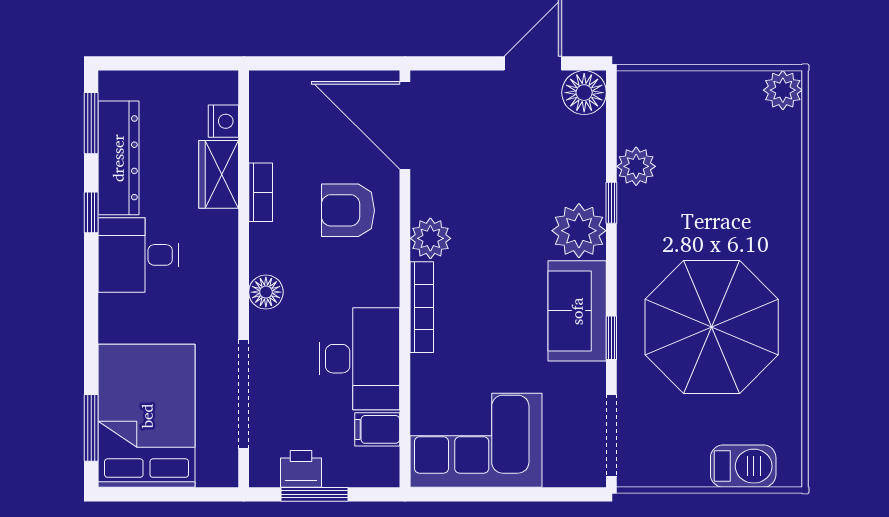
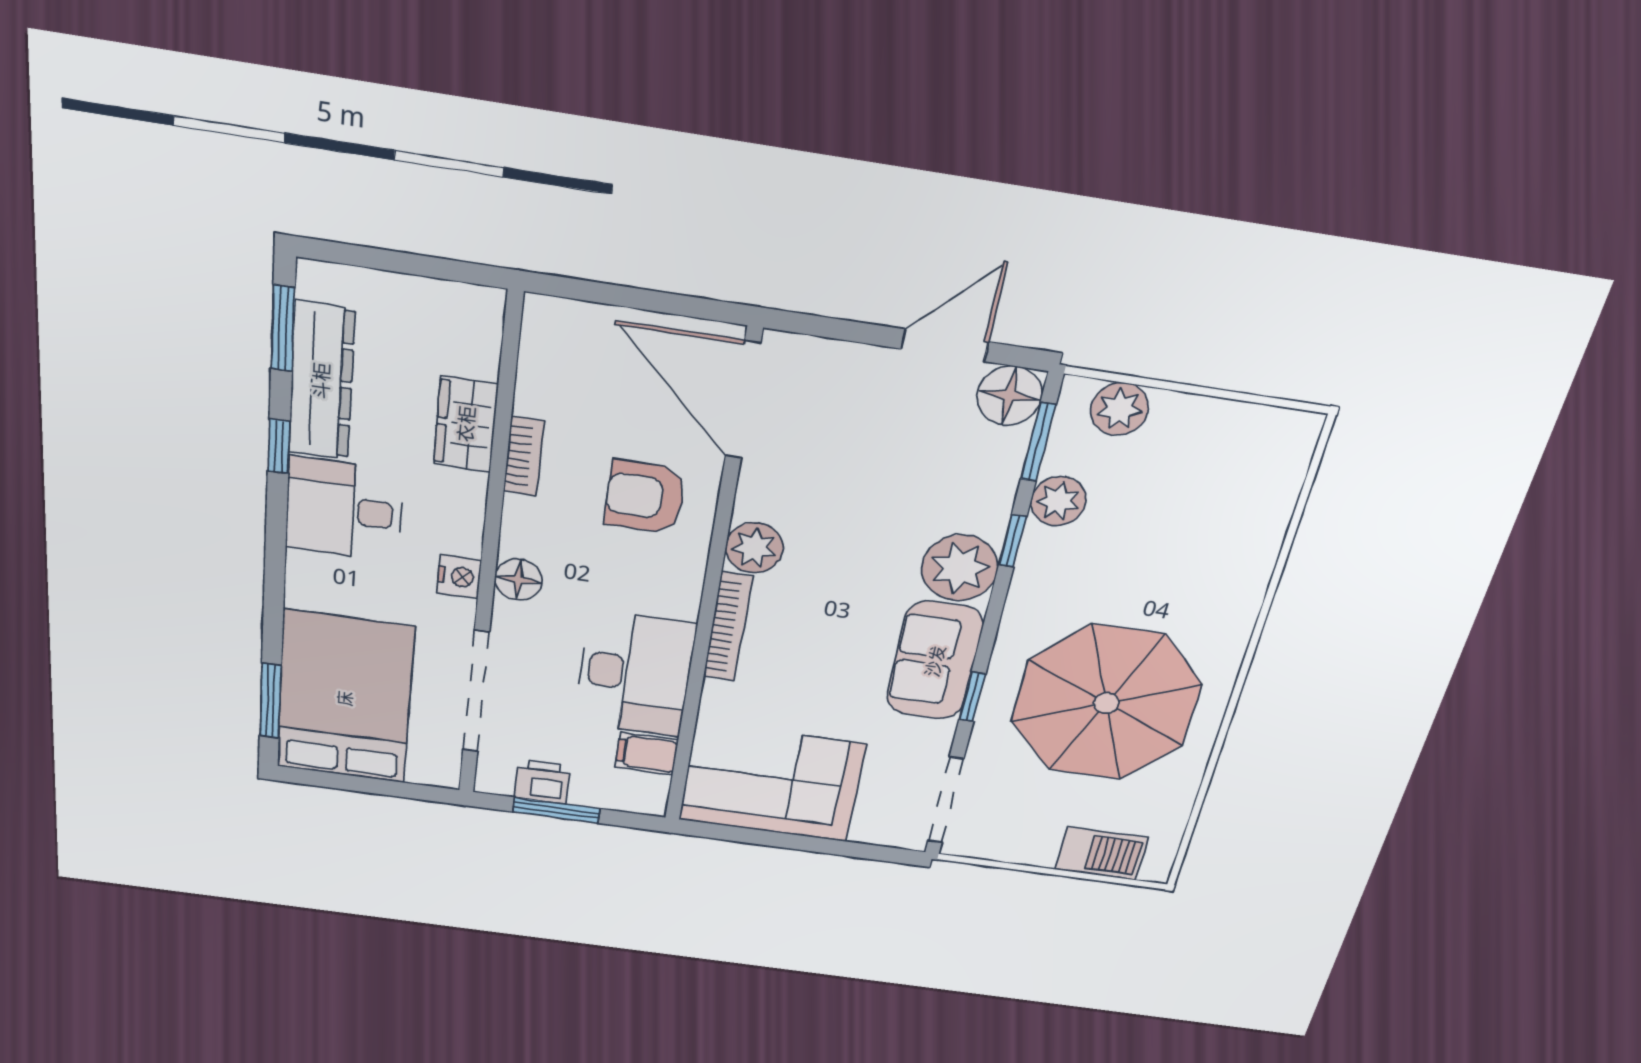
plant: (783, 90) -> (1120, 409), moved
nightstand: (223, 121) -> (459, 577), moved
window: (611, 124) -> (1038, 442), added

